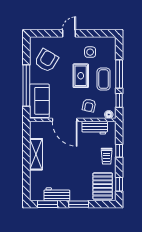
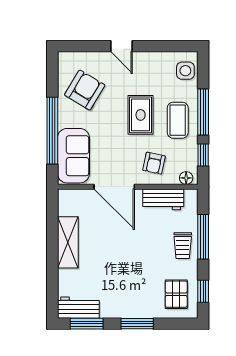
door: (69, 33) -> (121, 46), swing flipped
side table: (90, 52) -> (185, 71), moved
window: (119, 151) -> (203, 237), width x2.17
pallet: (103, 186) -> (176, 294), width x0.67, depth x0.71
workbench: (57, 194) -> (78, 308), moved

